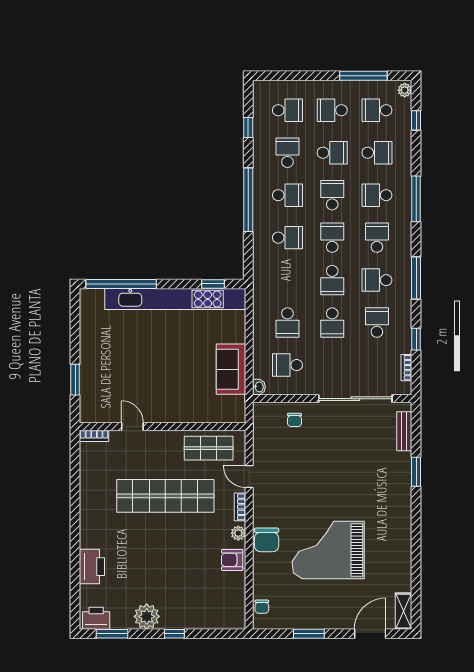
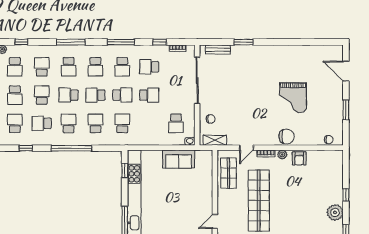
school desk: (377, 238) -> (95, 67), turned -90
school desk: (287, 323) -> (122, 123), moved, turned -90
grand piano: (328, 550) -> (293, 98), width x0.73, depth x0.68
shelving: (404, 611) -> (215, 140), moved

